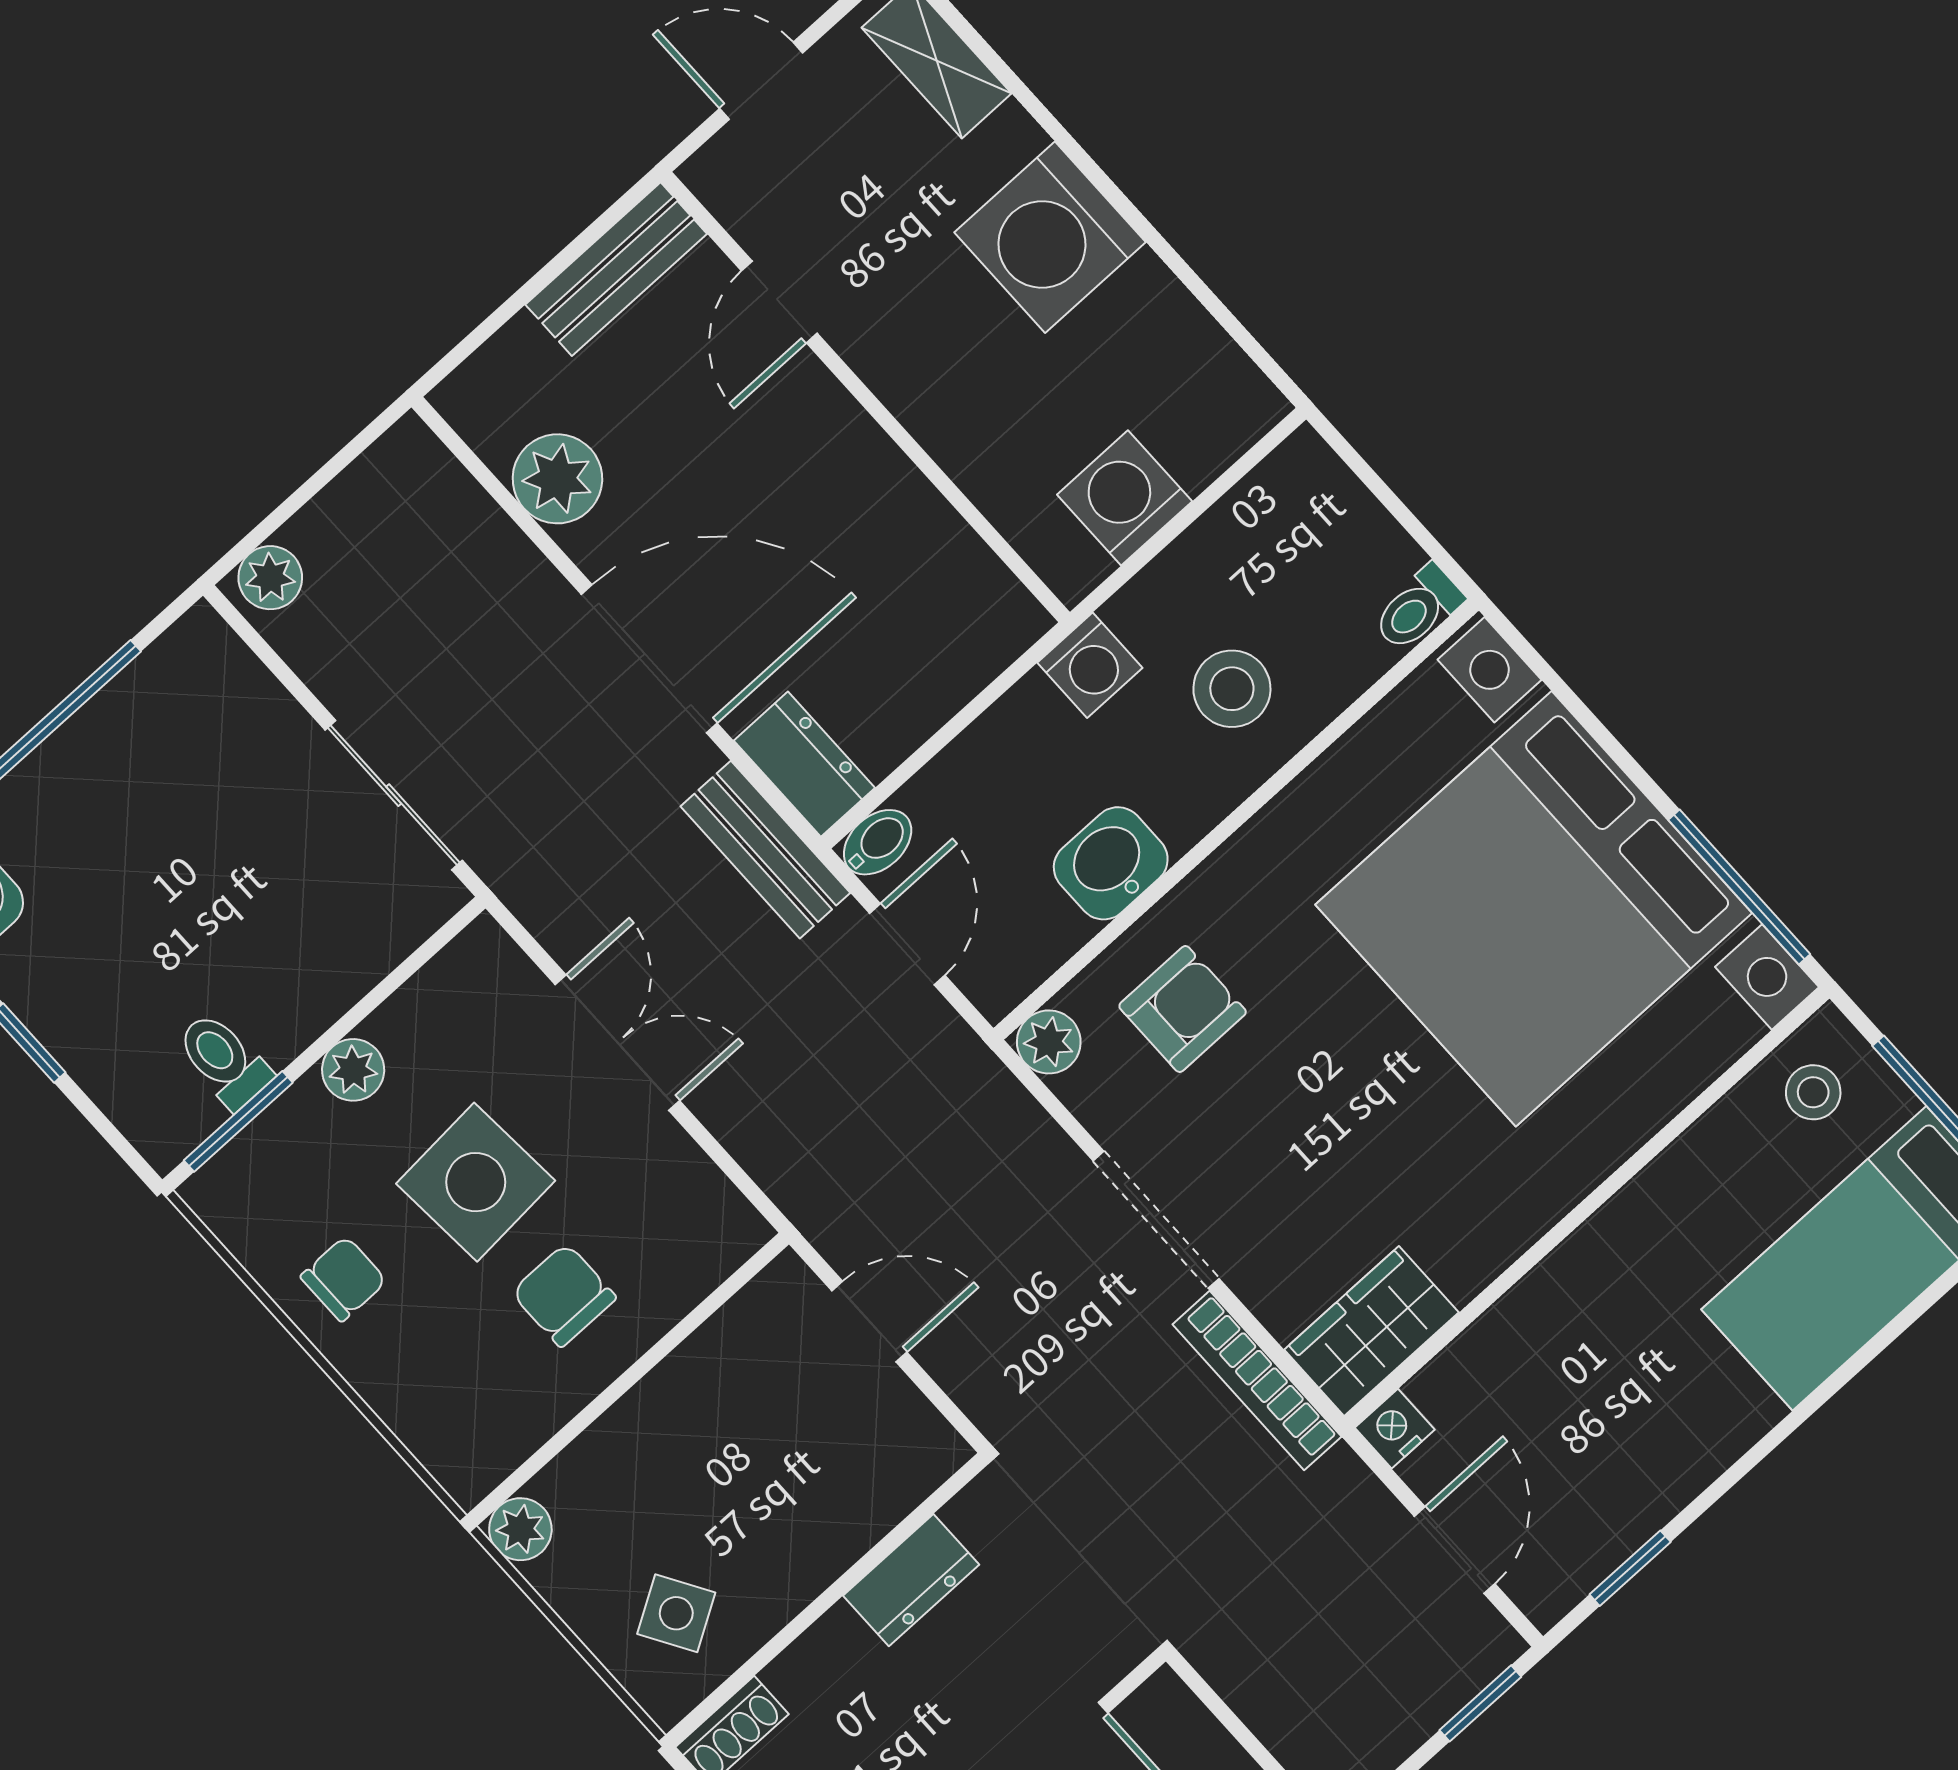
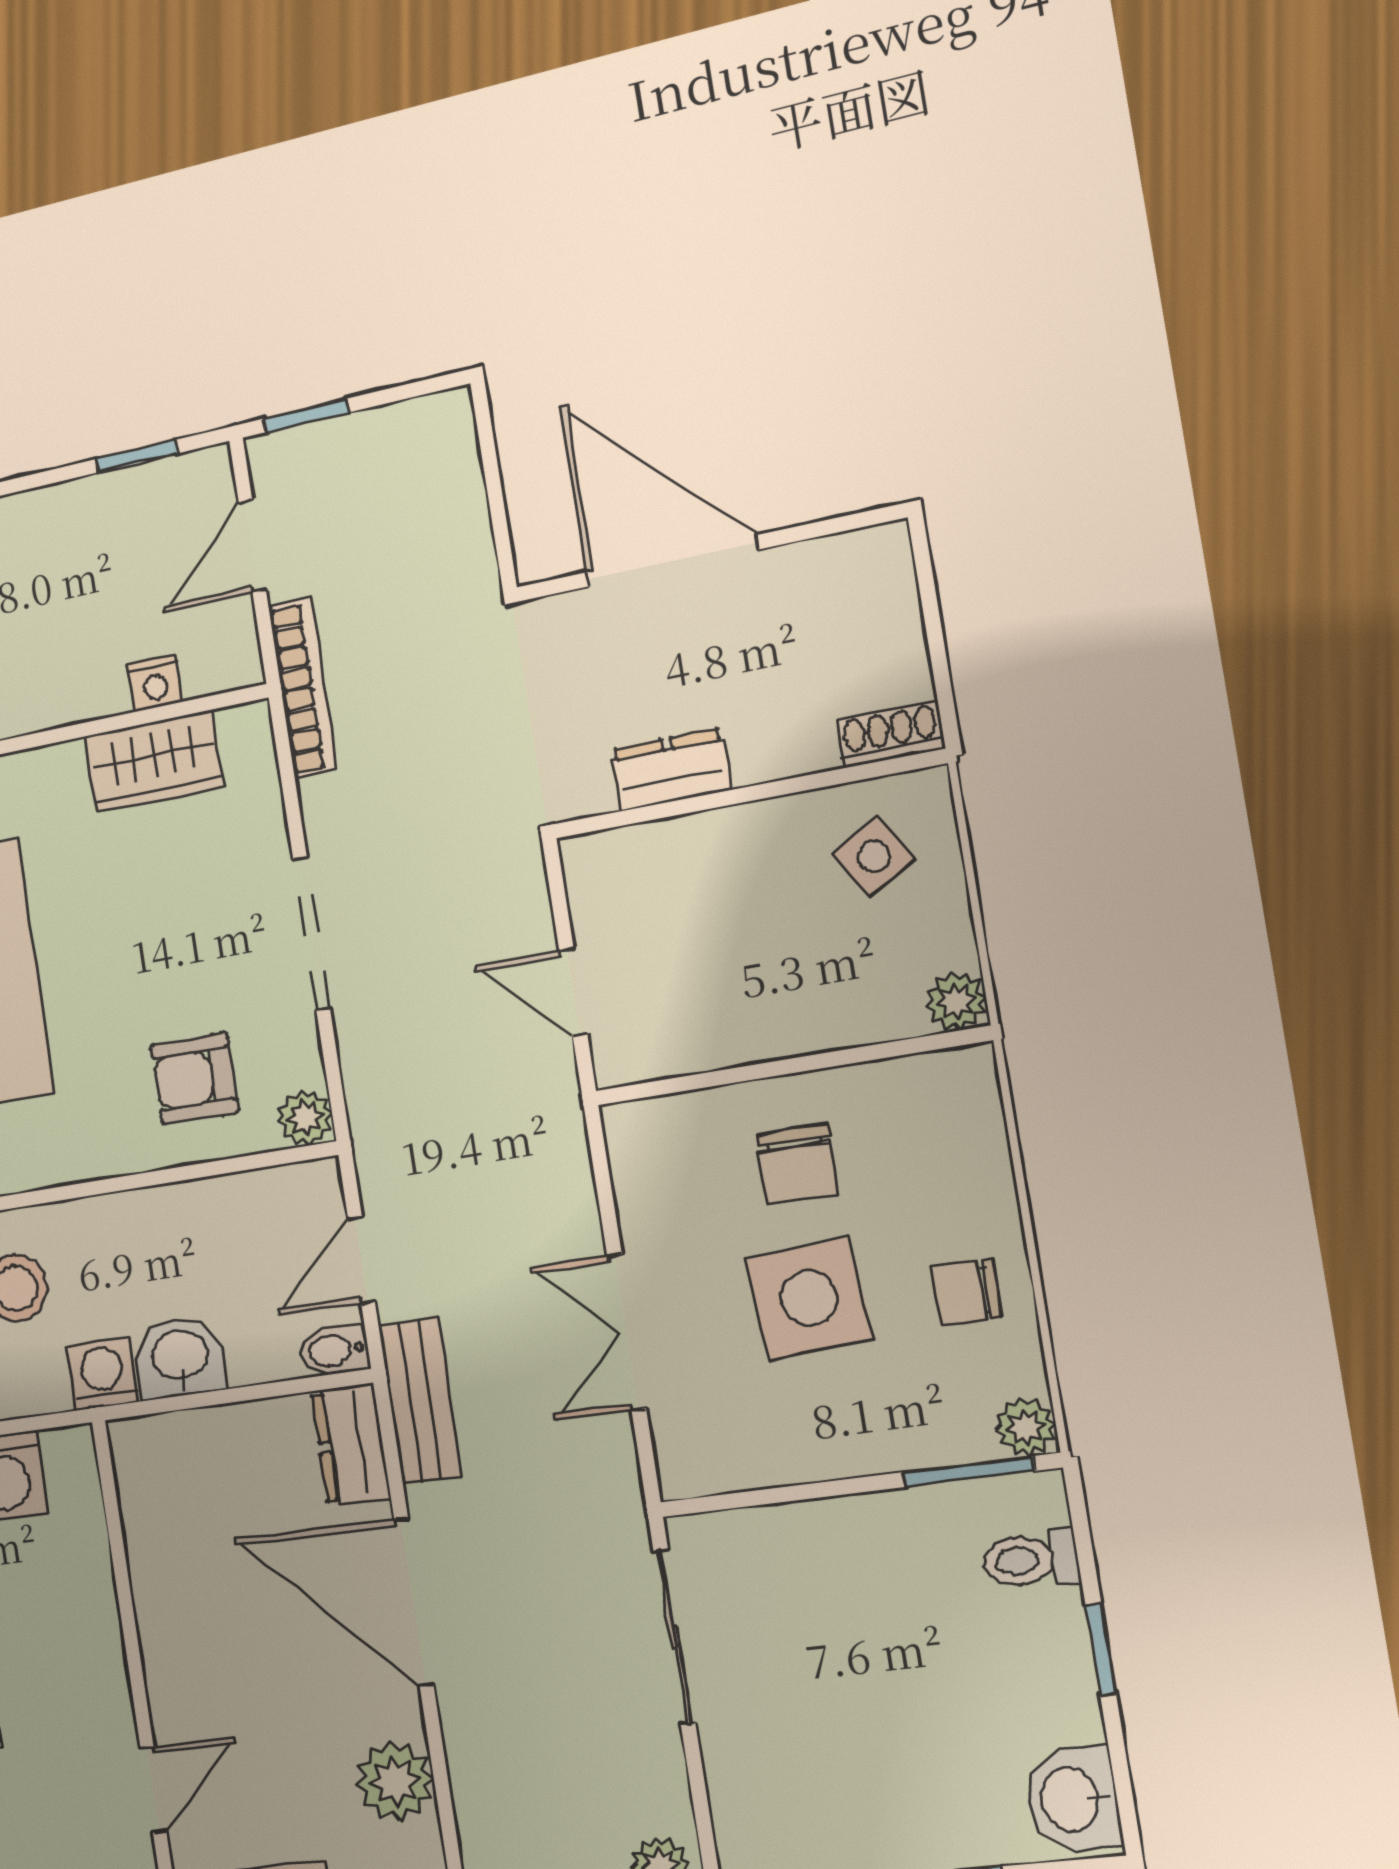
washbasin: (1111, 863) -> (180, 1357), moved, turned 180
toilet: (224, 1060) -> (1031, 1560), moved, turned 90
plant: (353, 1070) -> (1025, 1427), moved
wardrobe: (1371, 1331) -> (154, 761), moved
bookcase: (1257, 1380) -> (303, 688), moved
nightstand: (1395, 1429) -> (155, 683), moved

